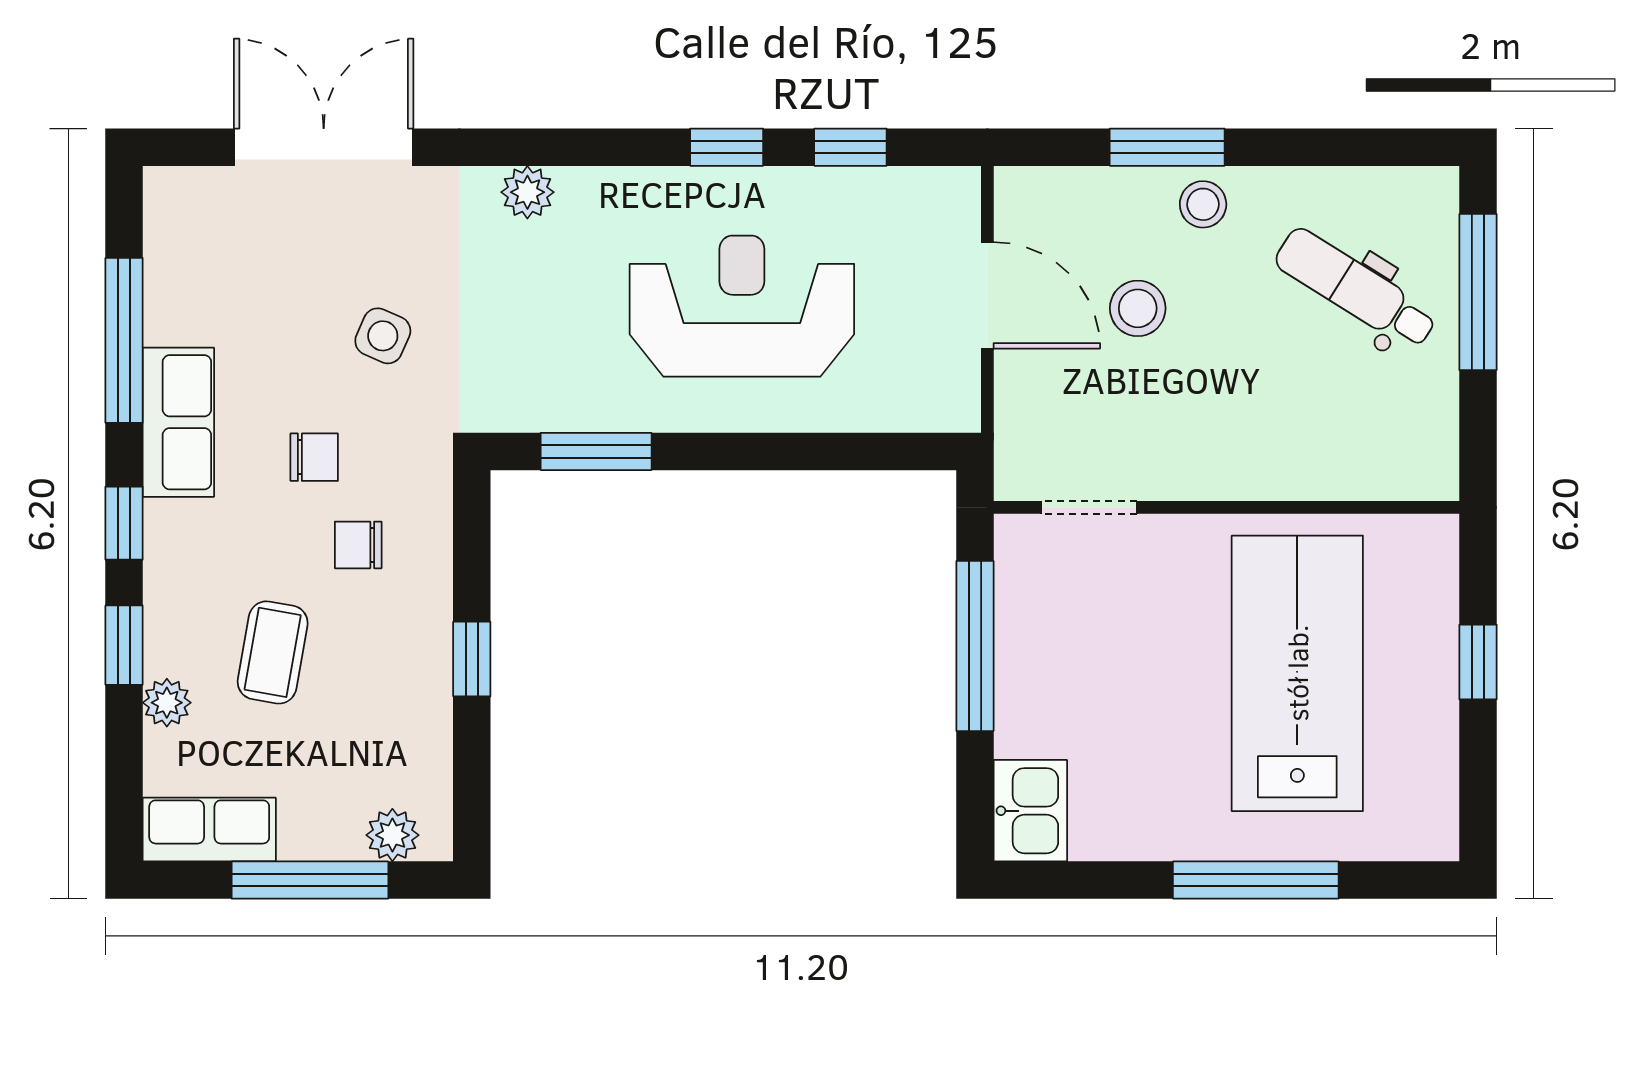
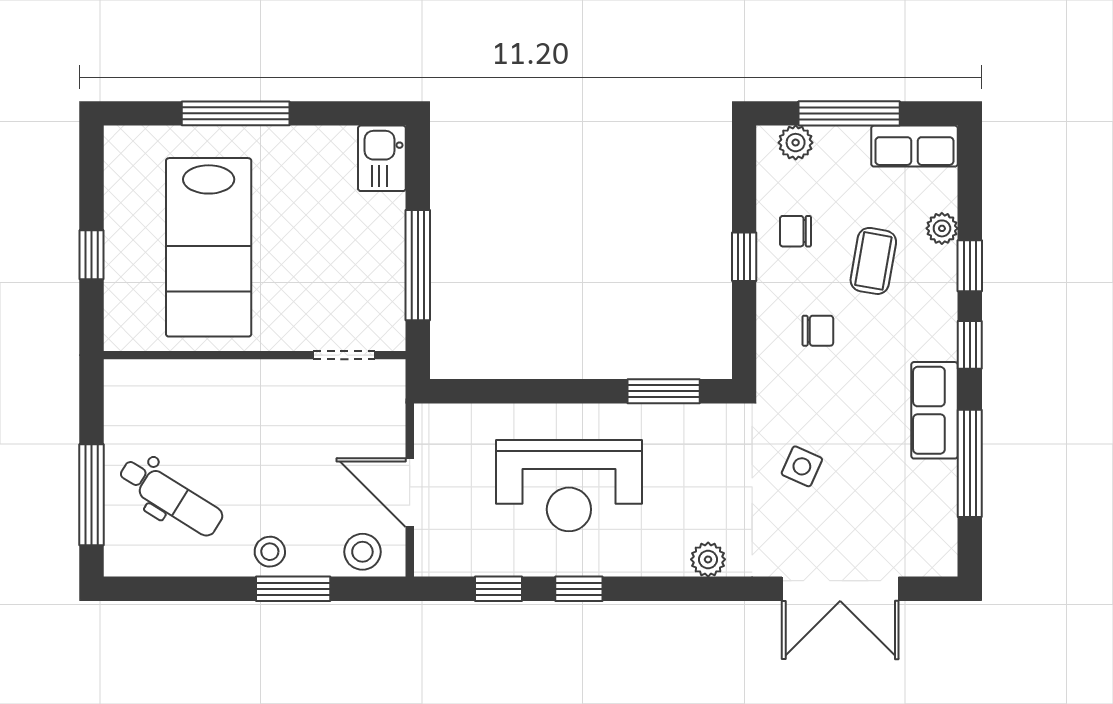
stool: (1138, 308) -> (362, 552), moved
chair: (314, 457) -> (795, 231), moved

